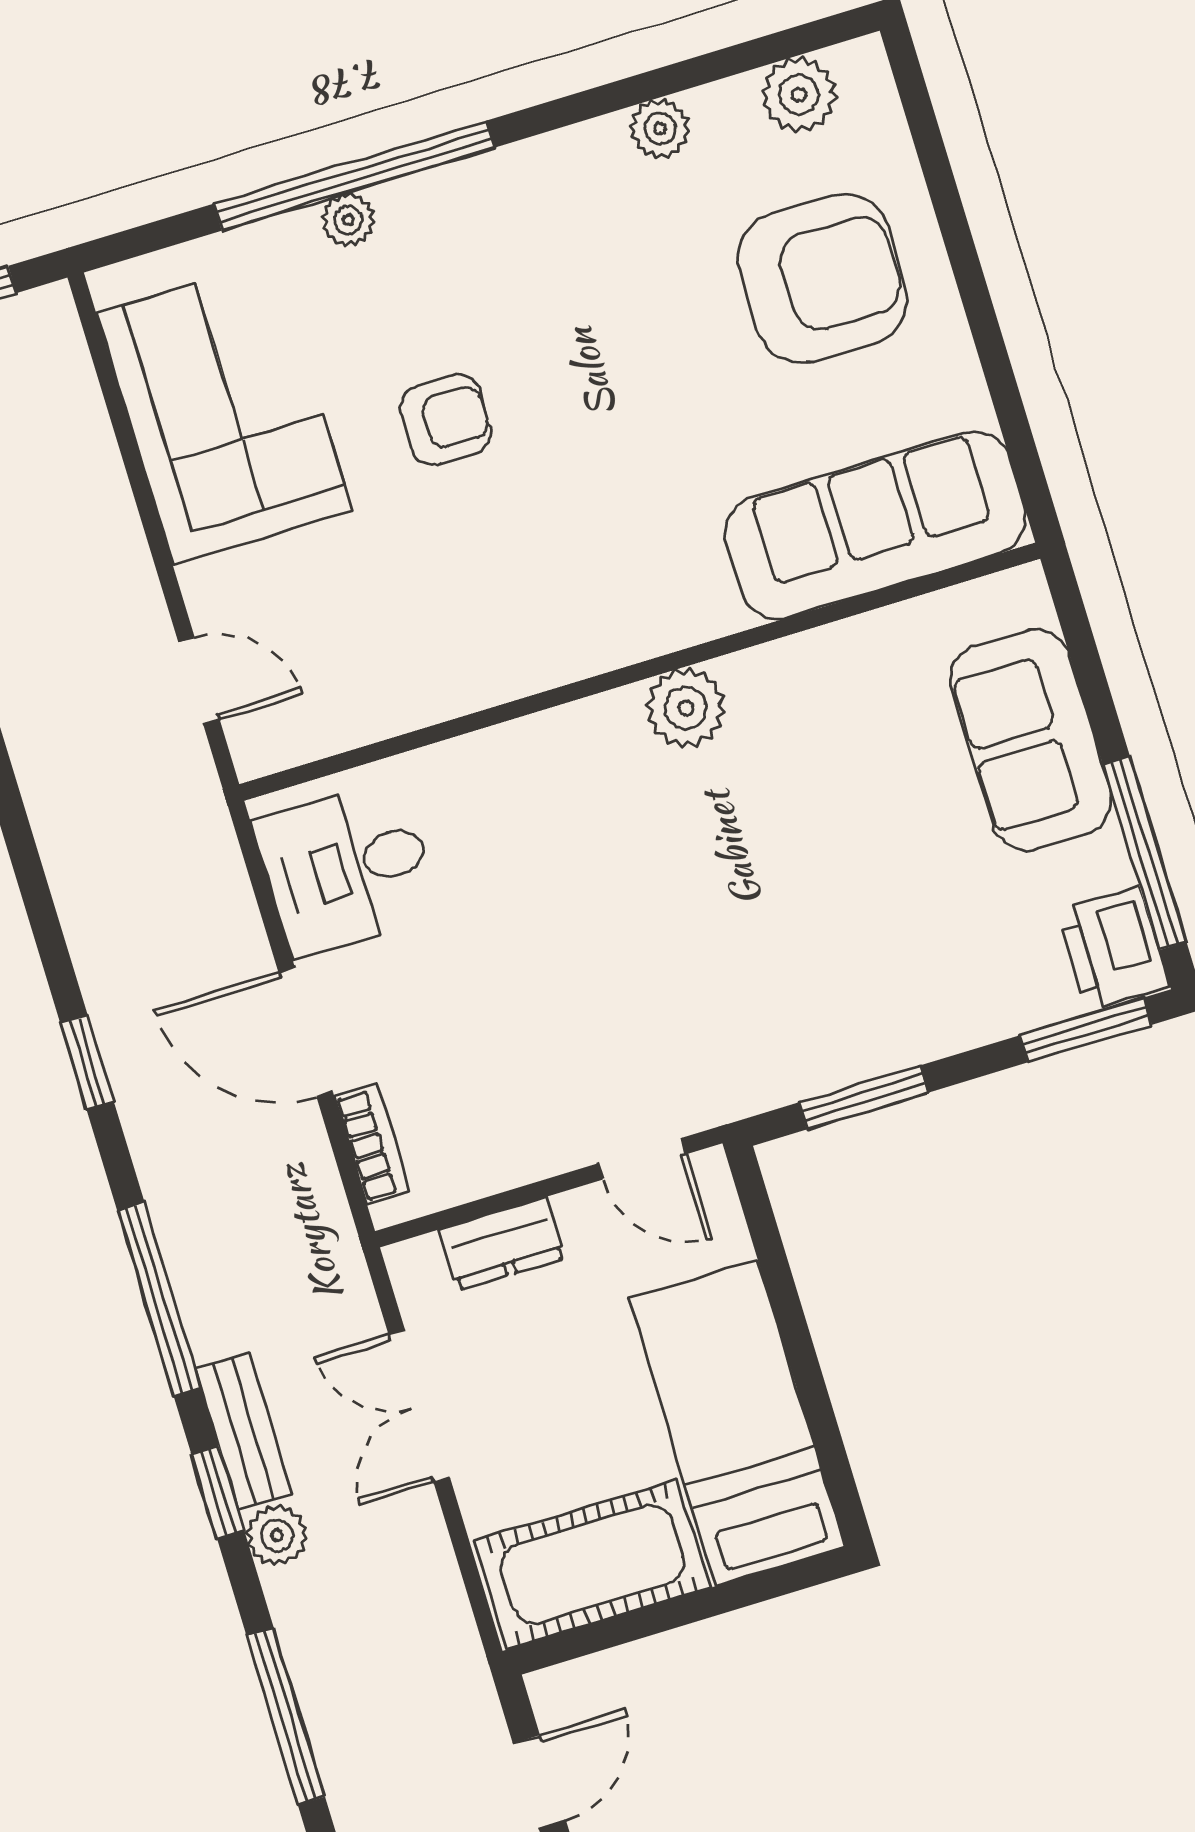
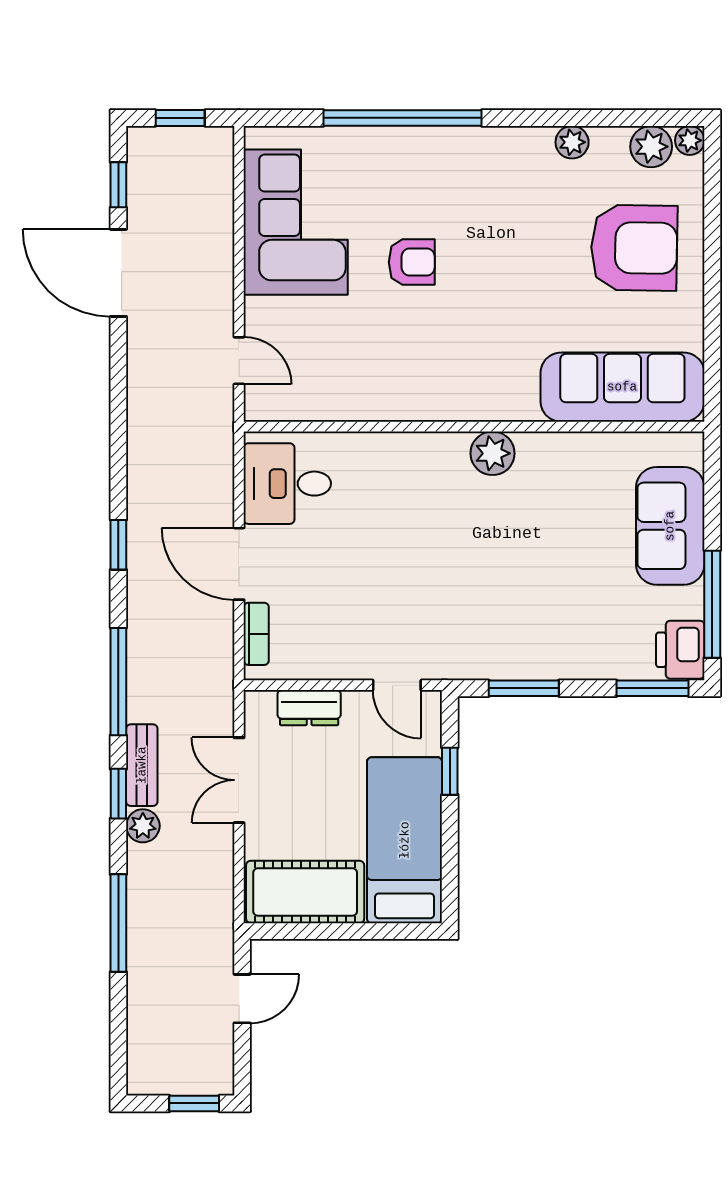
plant: (348, 220) -> (690, 140), moved
window: (779, 1280) -> (450, 771), added

